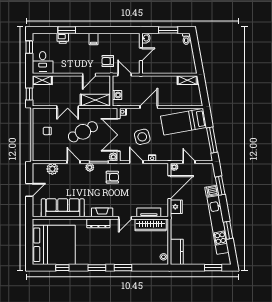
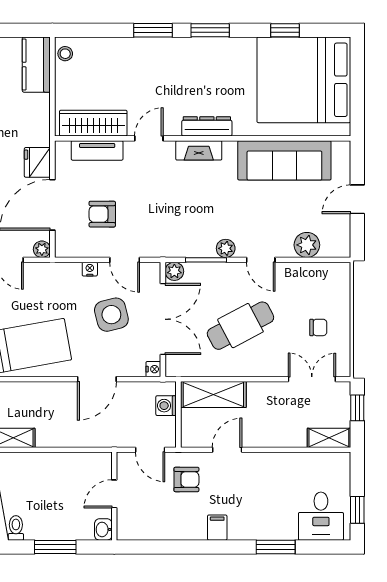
printer: (63, 38) -> (284, 529), removed
desk: (43, 63) -> (321, 516), moved, turned 180
double door: (68, 107) -> (312, 379), moved
armchair: (112, 177) -> (102, 214), moved

